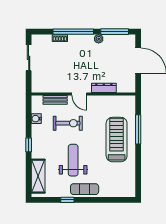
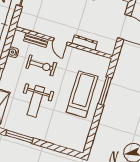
weight bench: (73, 160) -> (36, 101), turned 180
exercise mat: (85, 189) -> (38, 131), removed
window: (67, 200) -> (19, 137), width x2.17

